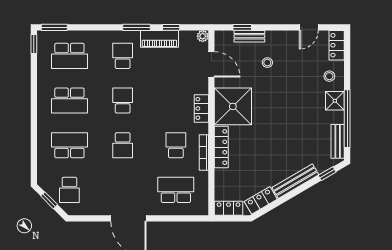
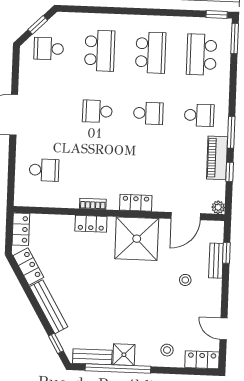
school desk: (69, 101) -> (151, 53), turned 180
shower: (335, 101) -> (124, 355), moved
school desk: (176, 145) -> (95, 172), removed
locker: (221, 147) -> (91, 224), width x0.66
bookcase: (204, 152) -> (93, 204), width x0.64
school desk: (176, 190) -> (44, 170), width x0.54

